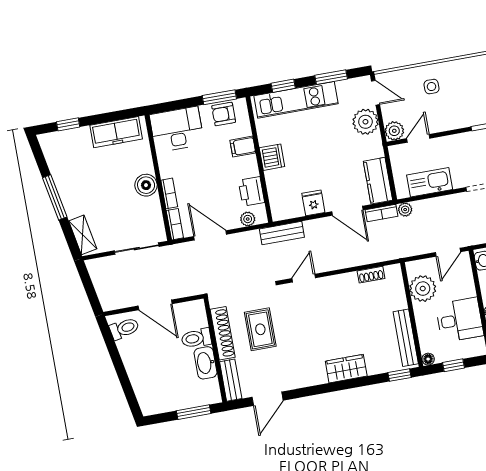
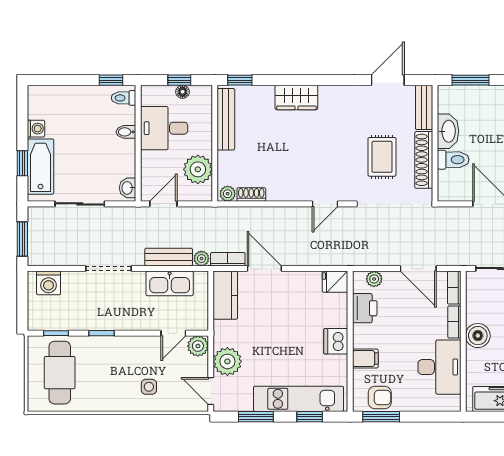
desk: (177, 129) -> (439, 367), moved, turned -90
fridge: (313, 203) -> (335, 282), moved, turned 90
bench: (282, 233) -> (169, 257), moved
plant: (392, 272) -> (228, 194), added
floor lamp: (428, 359) -> (183, 92), moved

